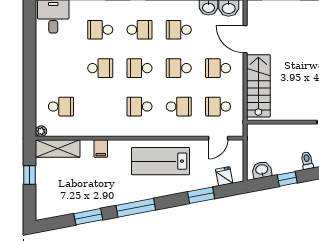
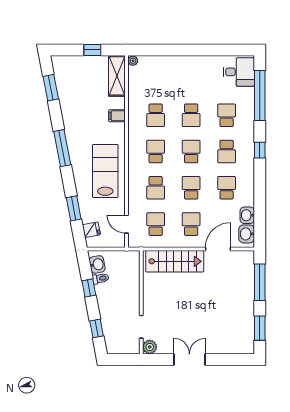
school desk: (61, 107) -> (156, 115), moved
toilet: (307, 160) -> (101, 278), moved
window: (88, 217) -> (51, 88), moved

